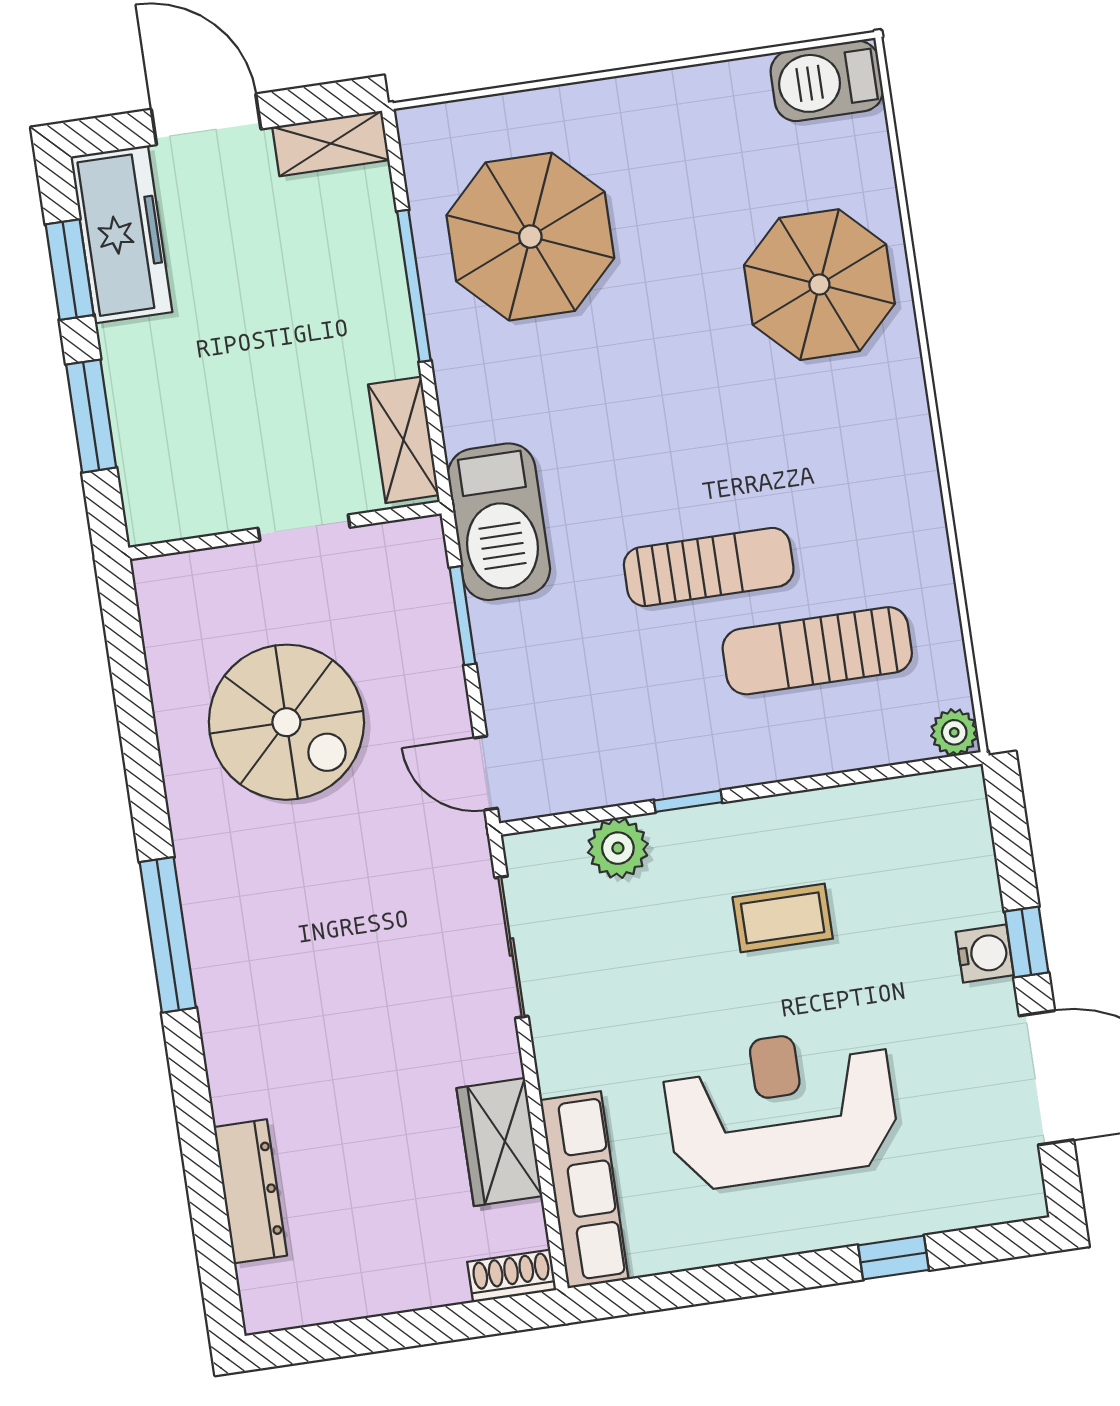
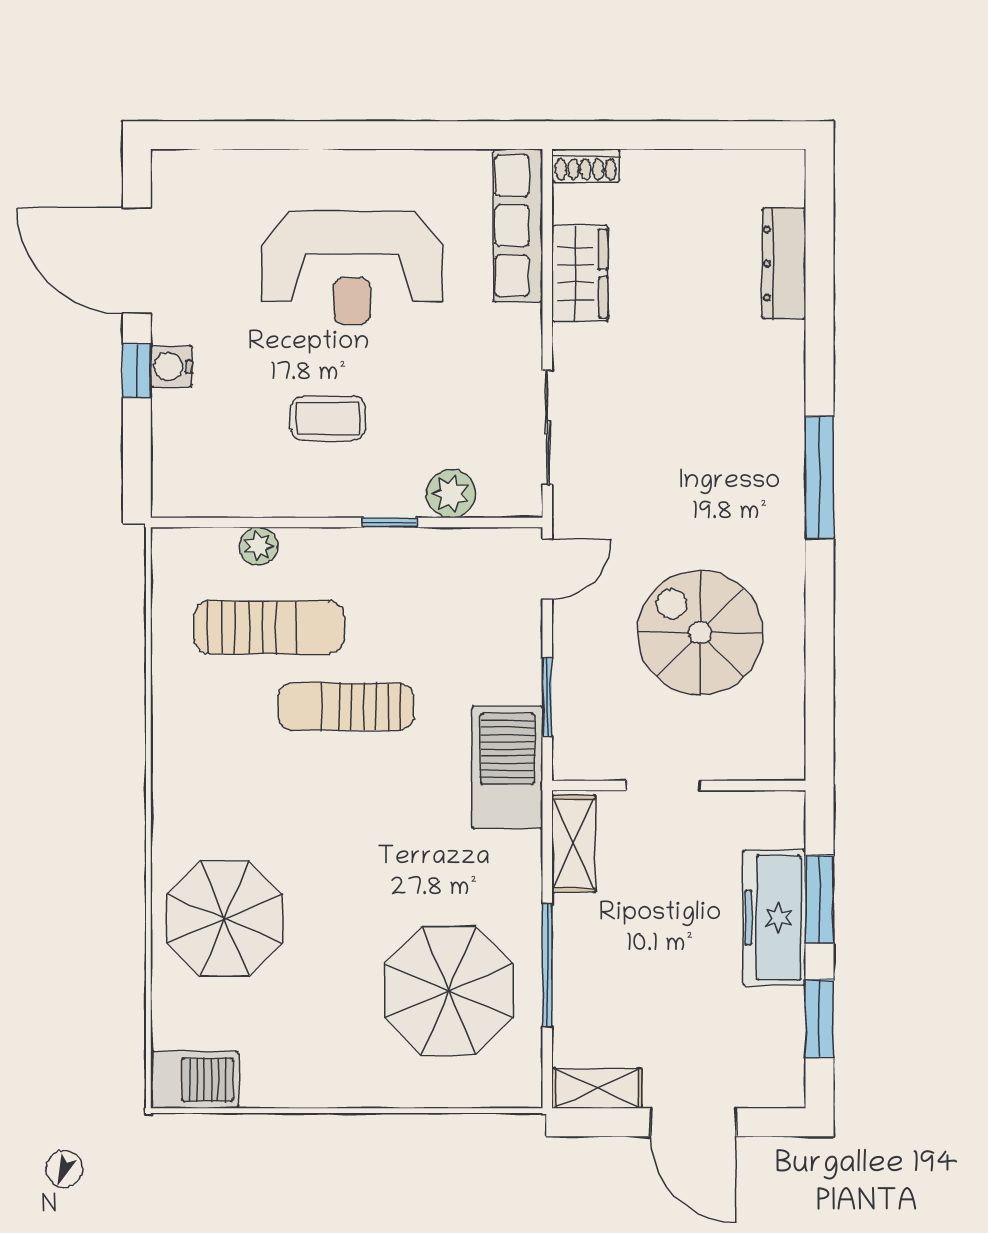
freezer: (121, 234) -> (774, 918), moved
plant: (954, 732) -> (258, 546), moved
door: (486, 773) -> (547, 569), hinge flipped
window: (894, 1258) -> (280, 135), removed

